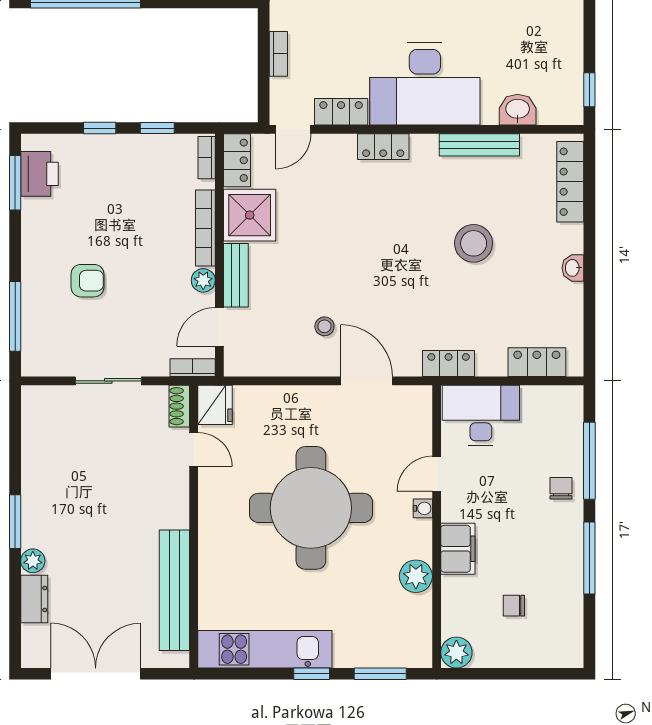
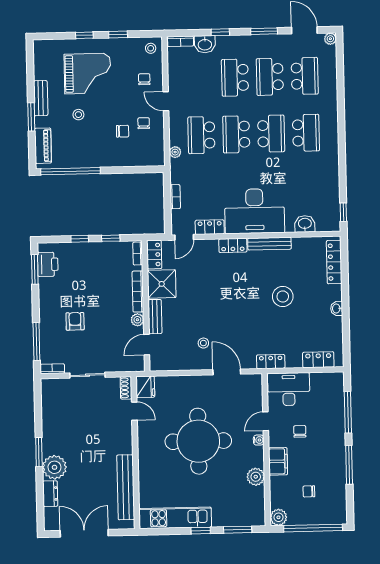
bench: (479, 145) -> (269, 244), moved
armchair: (88, 281) -> (75, 321), turned -90
bookcase: (193, 368) -> (52, 369), moved
chair: (561, 488) -> (300, 431), moved
plant: (33, 561) -> (54, 467), width x1.88, depth x1.88
window: (520, 674) -> (313, 528), added

